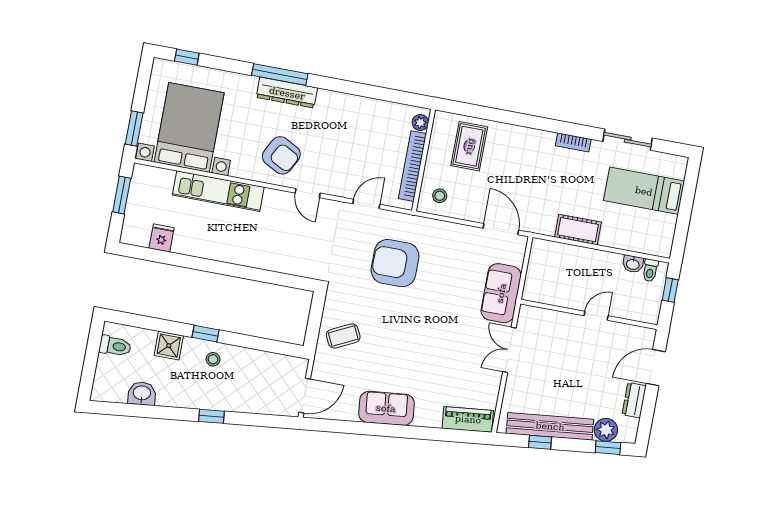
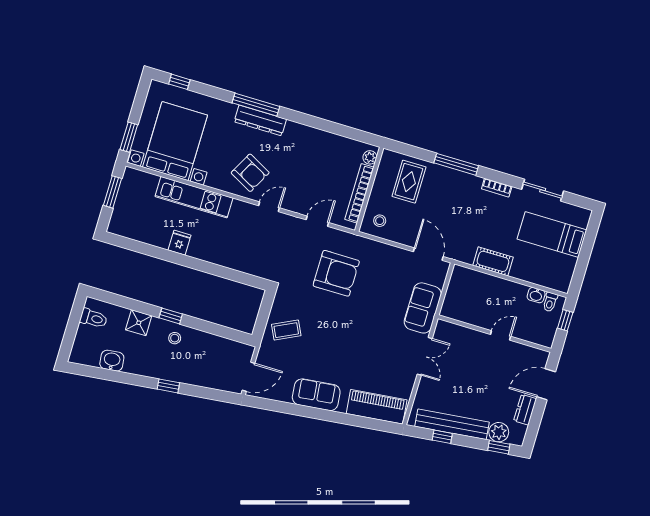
window: (523, 120) -> (456, 164), added
door: (308, 193) -> (269, 207), swing flipped
fridge: (162, 238) -> (180, 243), moved
armchair: (395, 263) -> (336, 273), turned 180
double door: (509, 350) -> (425, 356), swing flipped
piano: (468, 419) -> (377, 407), width x1.37, depth x1.33

